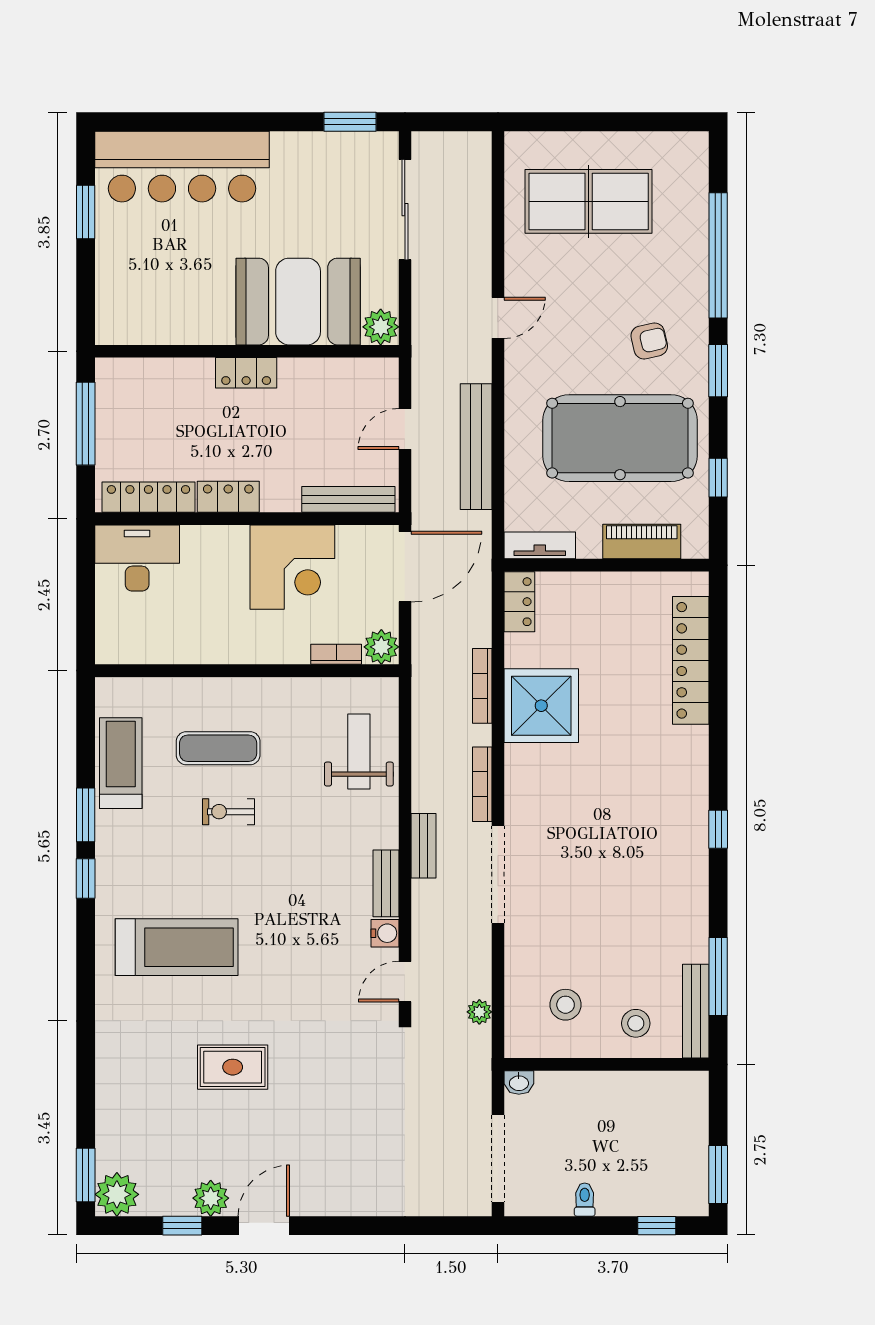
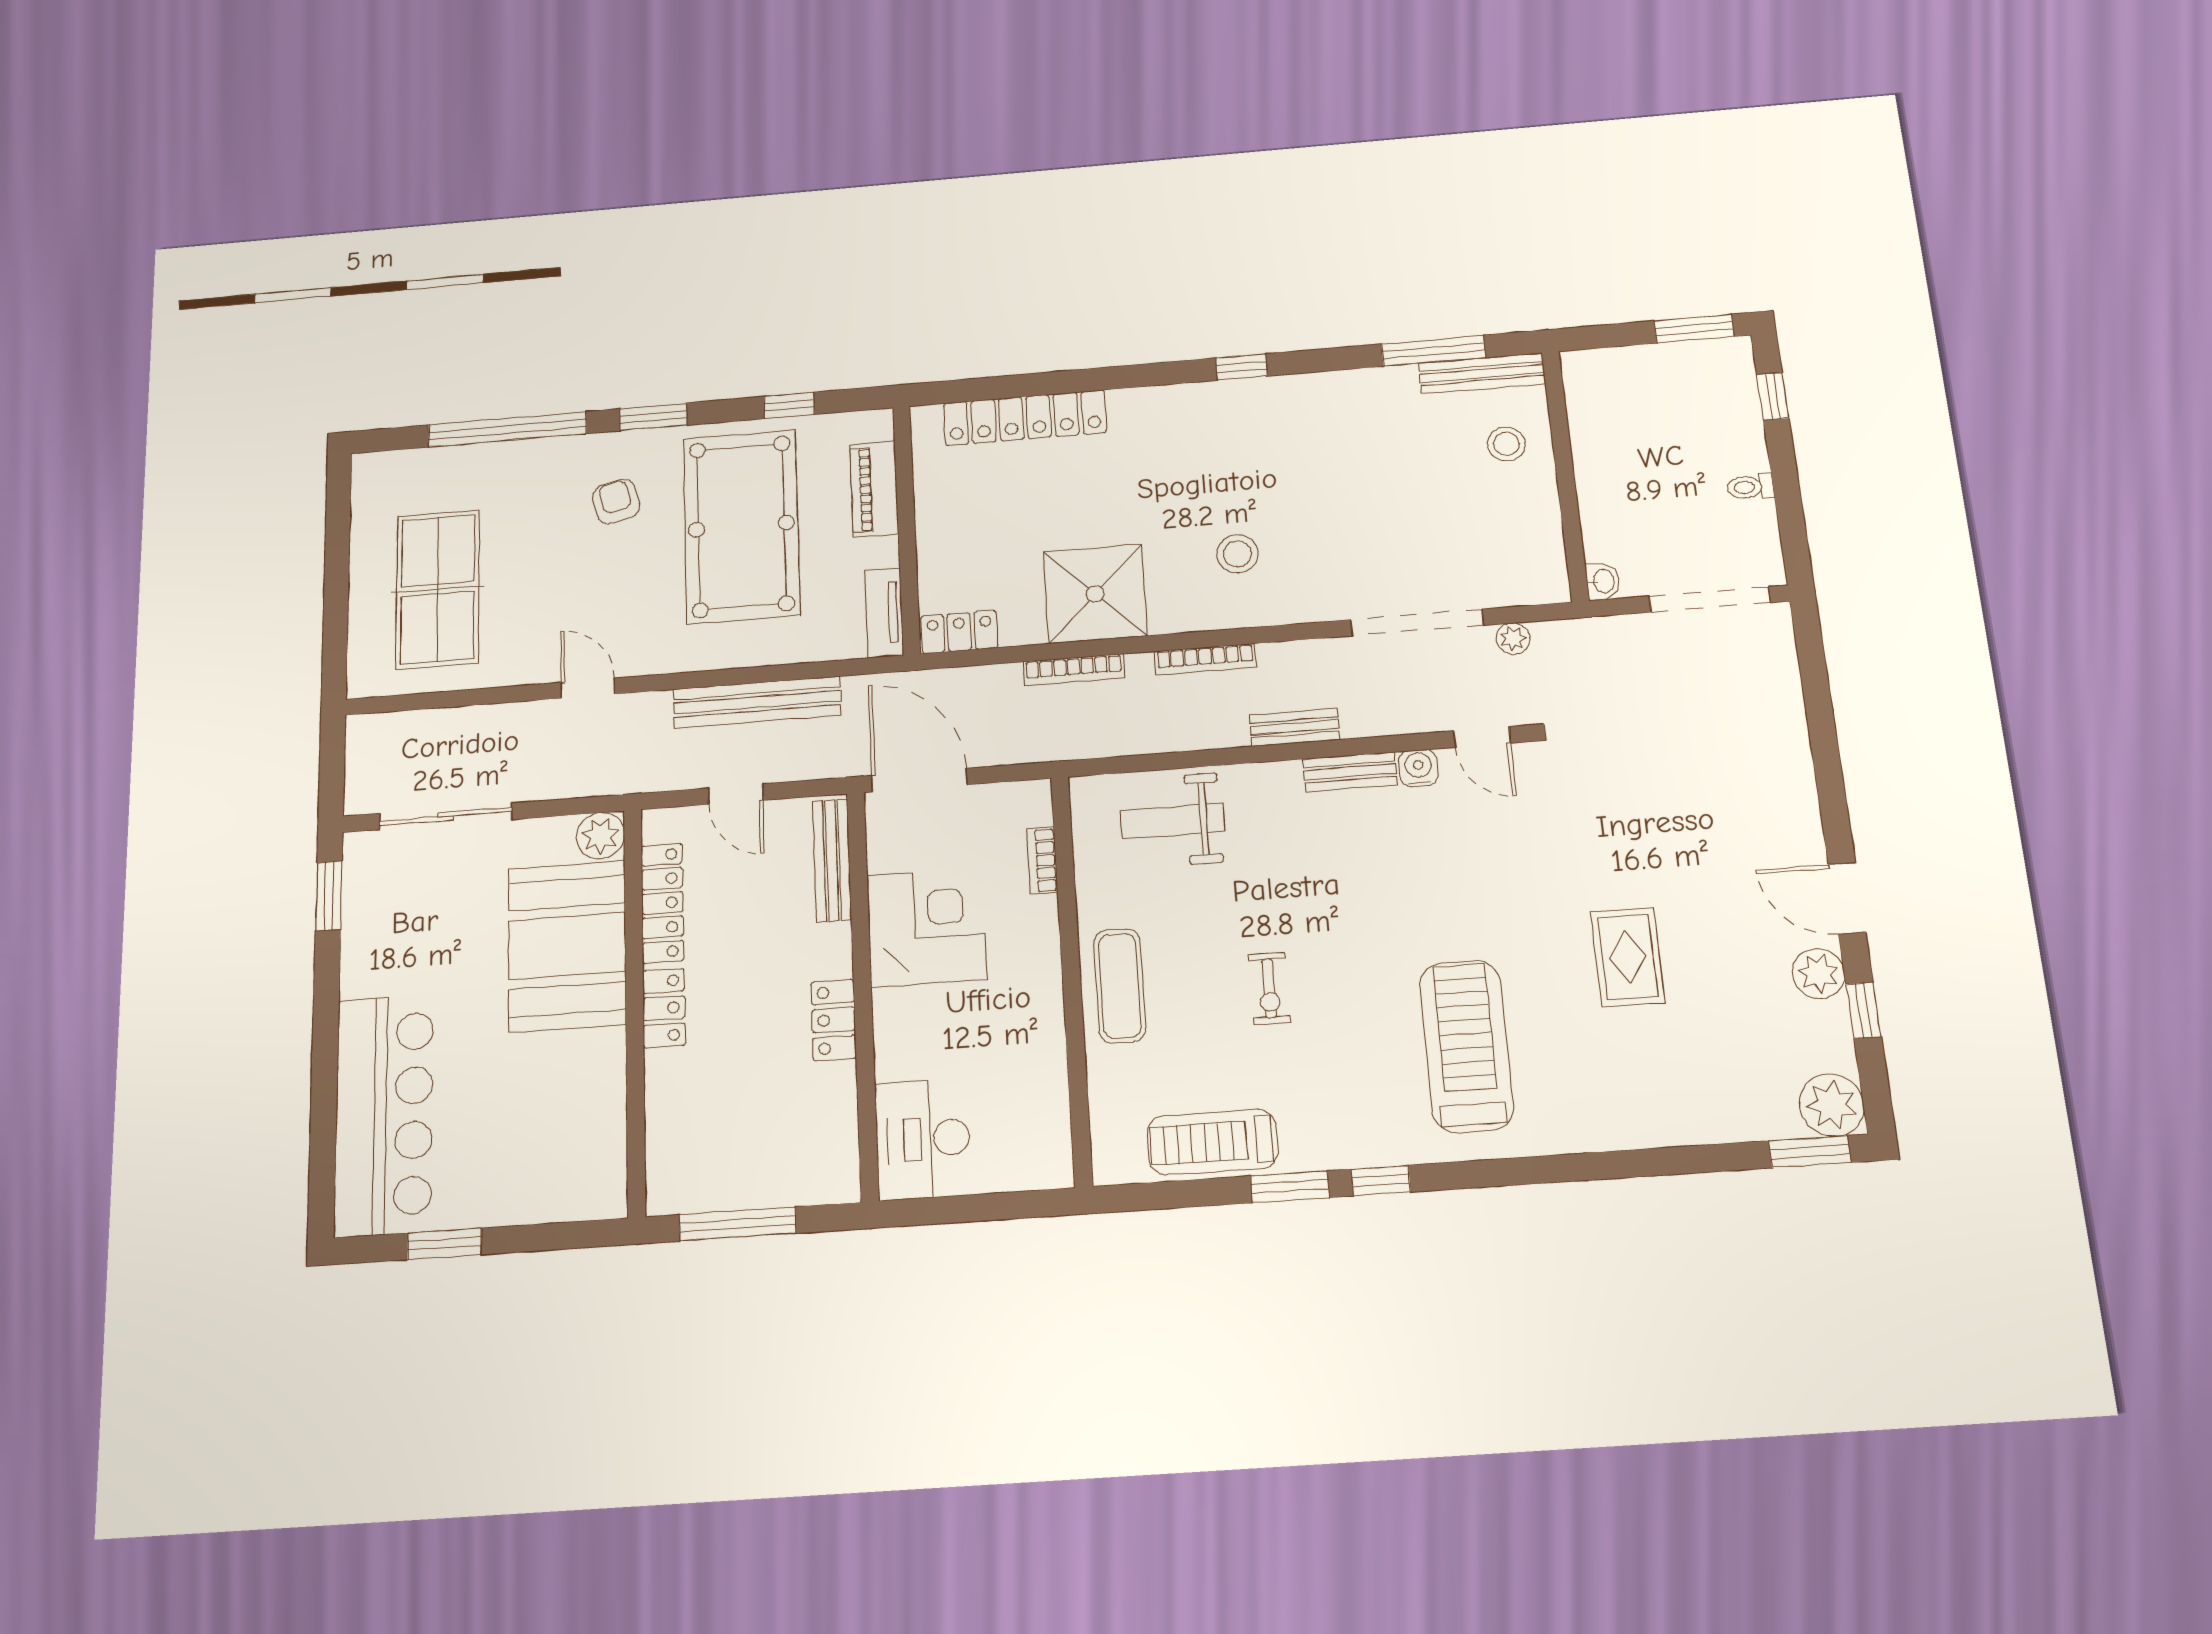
locker: (148, 497) -> (662, 903), moved, turned 180
plant: (381, 647) -> (1029, 802), removed
exercise mat: (218, 748) -> (1120, 986), moved
doorway: (498, 875) -> (1417, 623), moved
stool: (566, 1005) -> (1237, 554), moved

